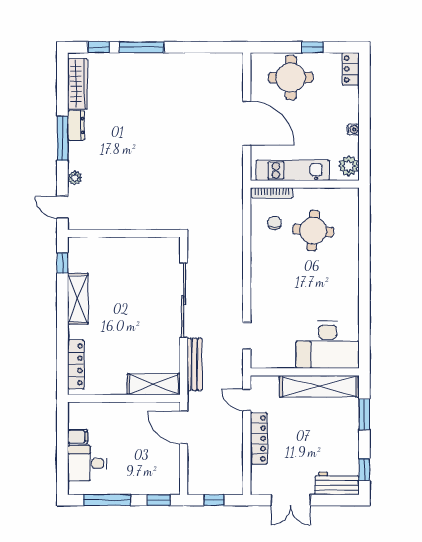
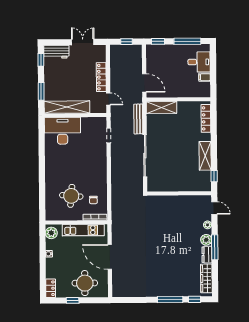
plant: (77, 151) -> (206, 240), added

